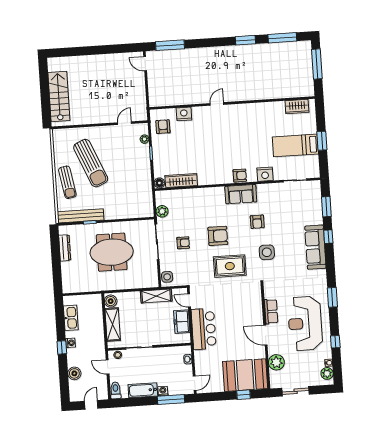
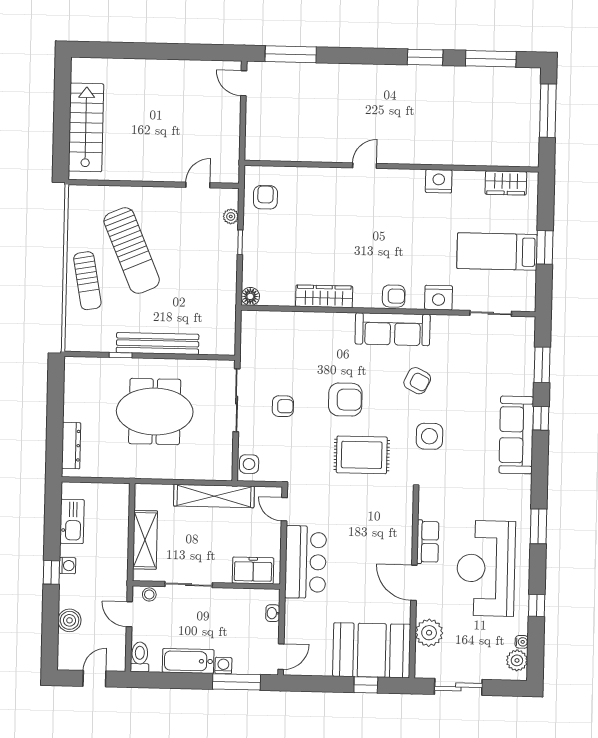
nightstand: (184, 114) -> (439, 181), moved
wardrobe: (181, 180) -> (324, 296), moved
sofa: (241, 194) -> (393, 329), width x1.36
plant: (162, 211) -> (250, 347), removed
bench: (81, 216) -> (158, 343), moved
armchair: (257, 222) -> (417, 381), turned -63
dresser: (65, 248) -> (71, 446), moved
shelving: (156, 296) -> (214, 496), width x1.47
boiler: (111, 301) -> (145, 498), removed
freezer: (182, 322) -> (253, 570), moved, turned 90

